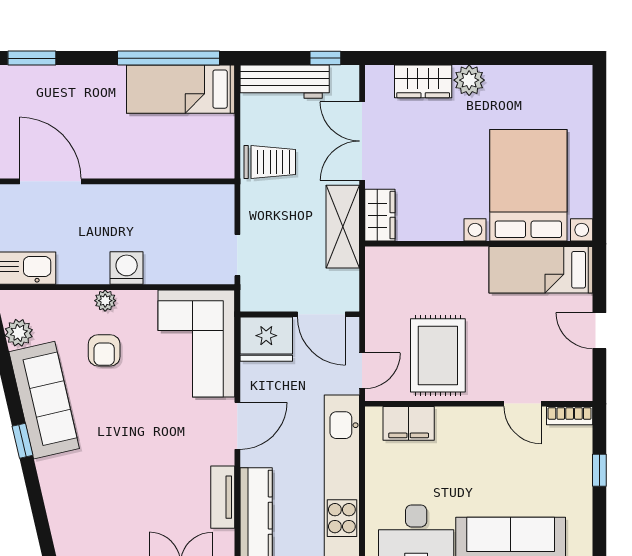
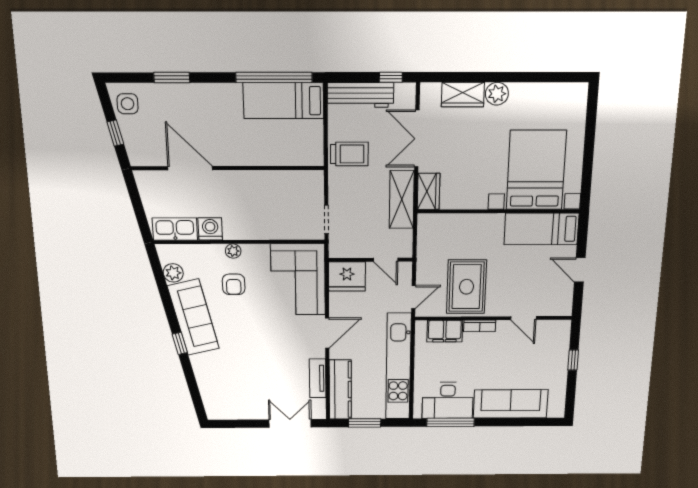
washing machine: (127, 268) -> (210, 229), moved
door: (321, 314) -> (386, 260), width x0.73
bookcase: (570, 416) -> (480, 326), moved

